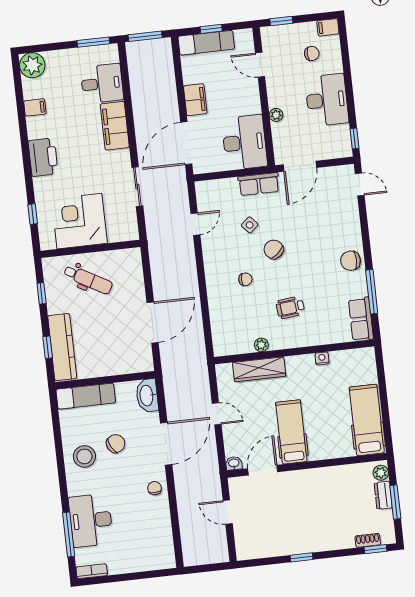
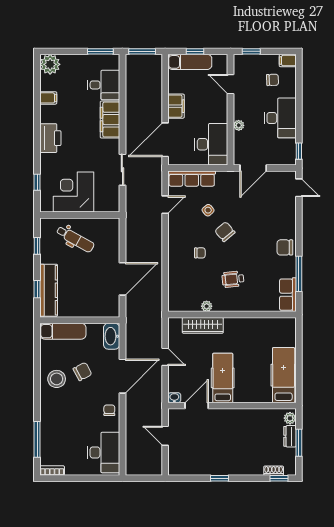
row of seats: (259, 184) -> (192, 179), moved, width x1.48
nightstand: (322, 358) -> (254, 322), removed
desk: (91, 520) -> (104, 452), moved, turned 180

